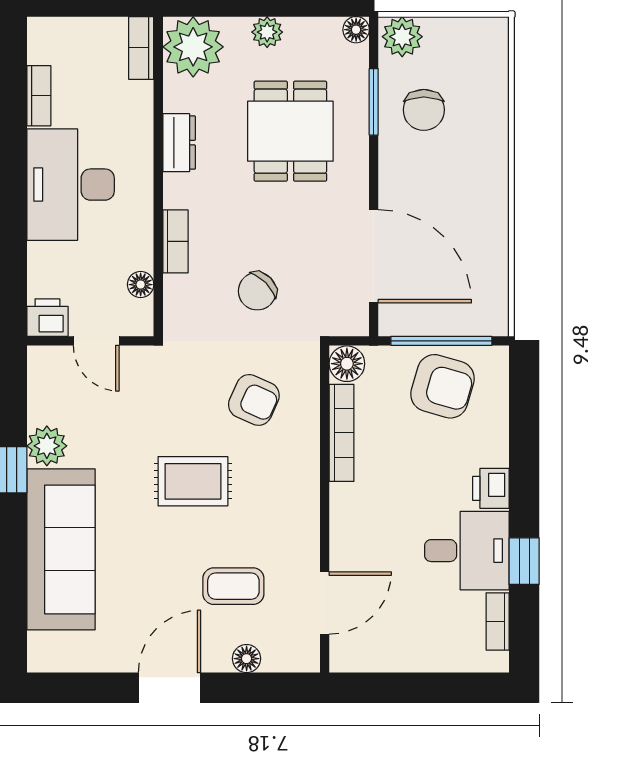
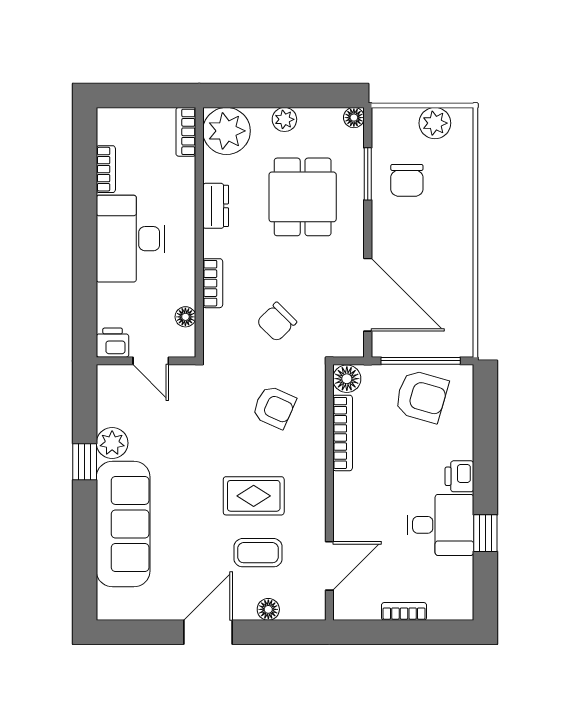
plant: (402, 37) -> (435, 123), moved
rug: (193, 481) -> (254, 496), moved
bookcase: (498, 621) -> (404, 611), moved, turned 90

